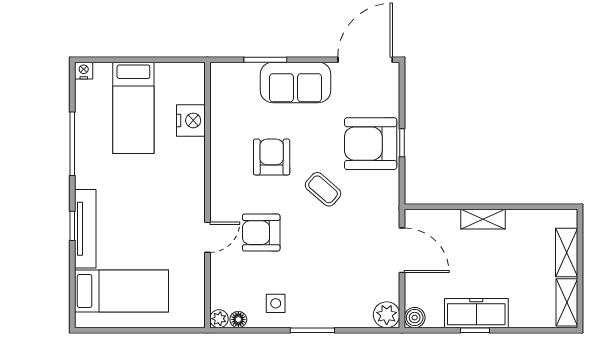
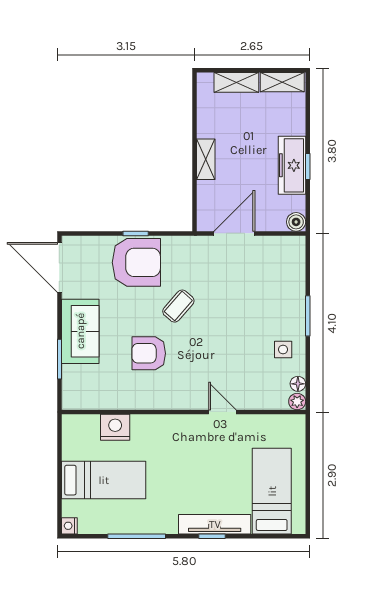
armchair: (371, 144) -> (136, 262), turned -90
armchair: (261, 233) -> (218, 363), removed
plant: (387, 315) -> (293, 248), removed

